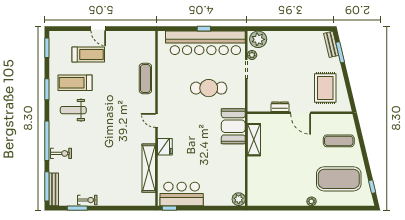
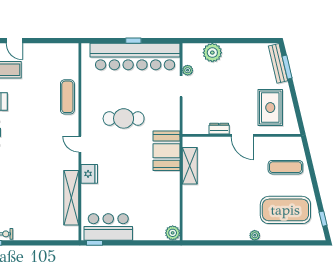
plant: (258, 39) -> (212, 53), moved
bench: (331, 44) -> (278, 63), width x1.36
cafe table: (209, 88) -> (124, 118), moved

